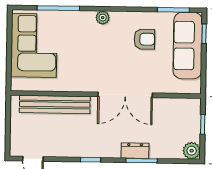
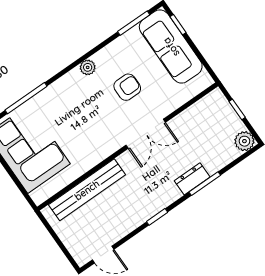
plant: (103, 18) -> (88, 67), moved
armchair: (144, 39) -> (127, 87), moved
double door: (125, 95) -> (146, 134), width x0.73

